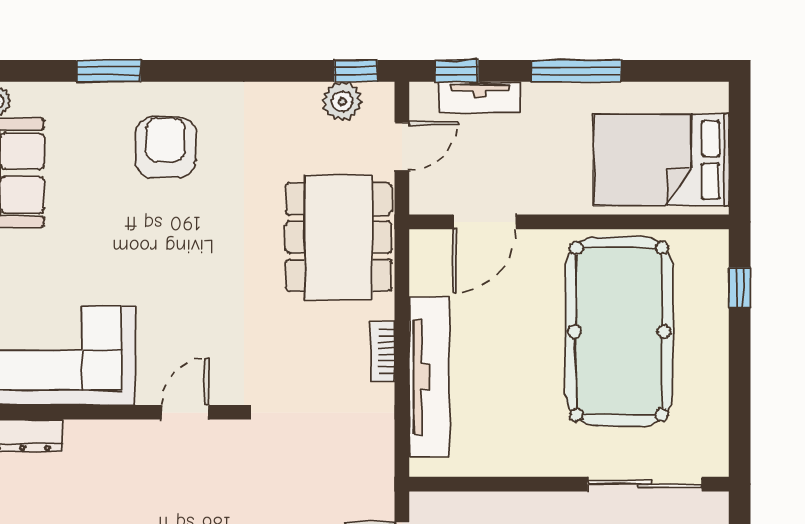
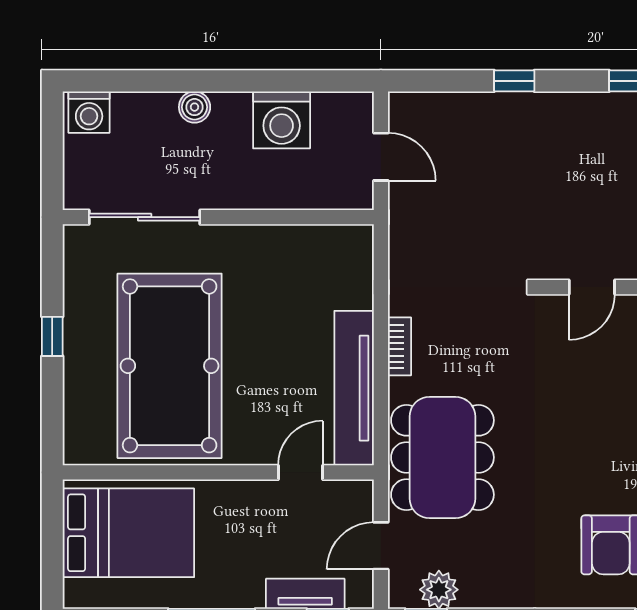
door: (485, 222) -> (300, 472), width x0.73
window: (740, 288) -> (52, 336), moved
tv unit: (429, 377) -> (354, 388), moved

